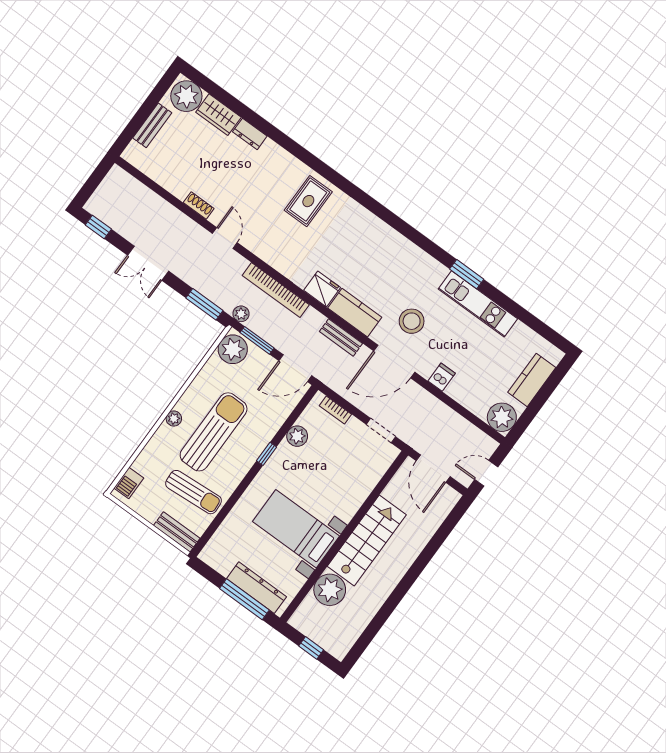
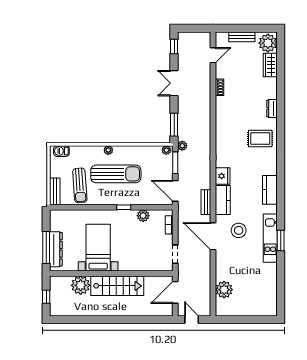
dresser: (250, 134) -> (272, 108), moved
door: (225, 238) -> (213, 55), moved
bookcase: (276, 290) -> (206, 154), removed
kitchen unit: (478, 304) -> (270, 238), moved
plant: (233, 349) -> (166, 150), width x0.53, depth x0.53
dishwasher: (442, 377) -> (222, 264), removed
kitchen counter: (532, 380) -> (270, 190), moved, turned -90
plant: (502, 417) -> (224, 290), moved

